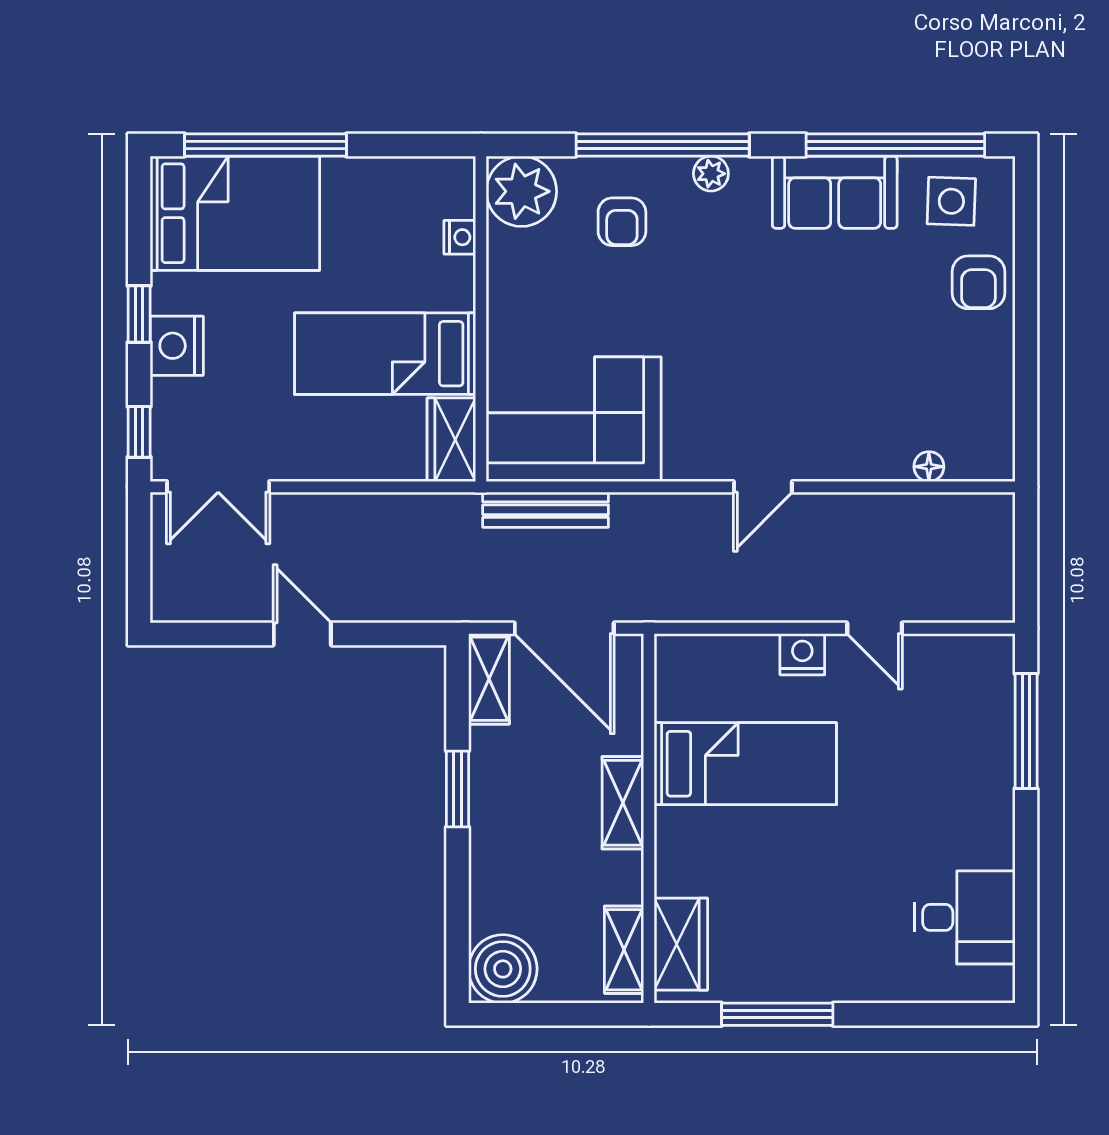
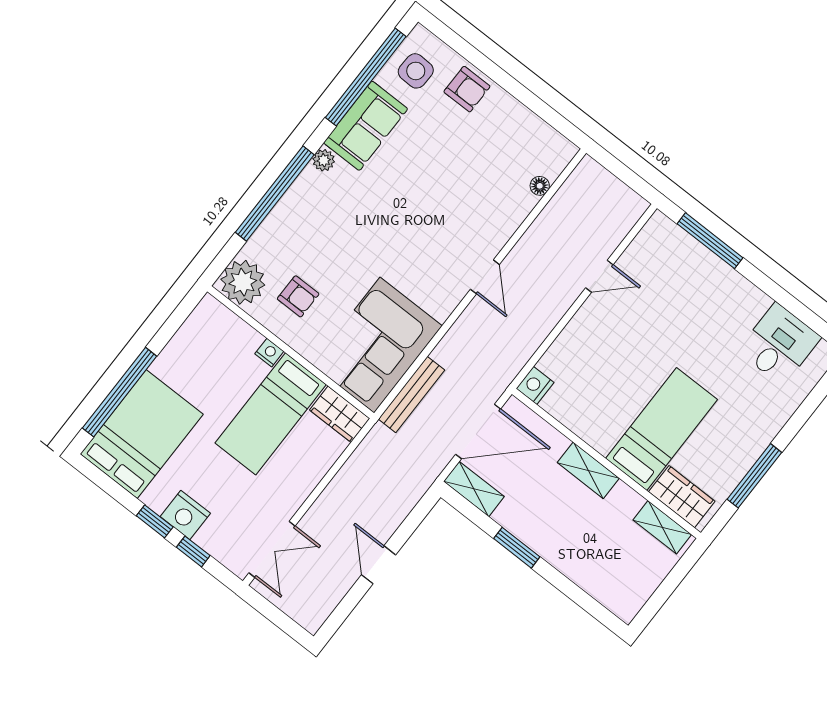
plant: (711, 174) -> (324, 160), moved
armchair: (622, 222) -> (298, 296), moved
nightstand: (460, 237) -> (269, 353), moved
window: (139, 432) -> (193, 551), moved
door: (302, 634) -> (379, 565), hinge flipped
nightstand: (802, 654) -> (535, 385), moved
bed: (745, 764) -> (662, 429), moved
boiler: (503, 969) -> (624, 595), removed

